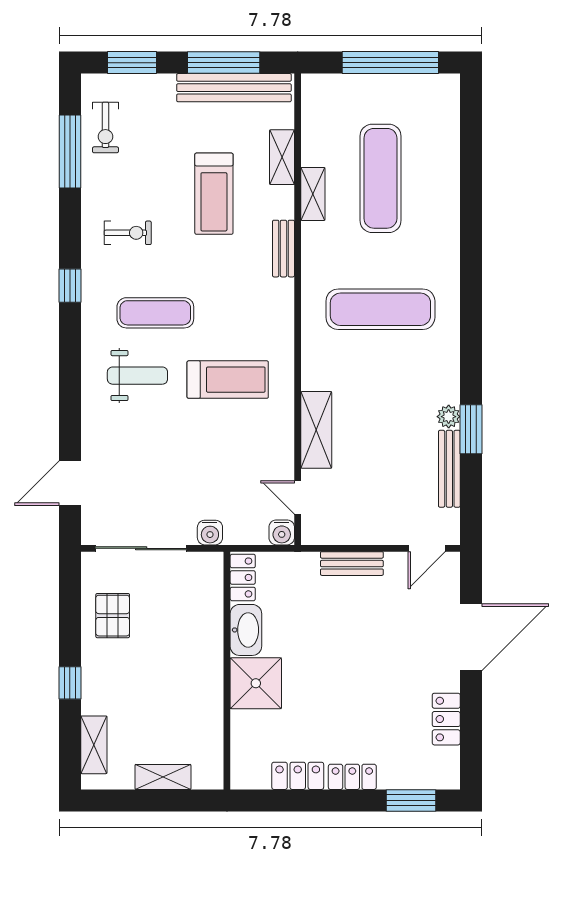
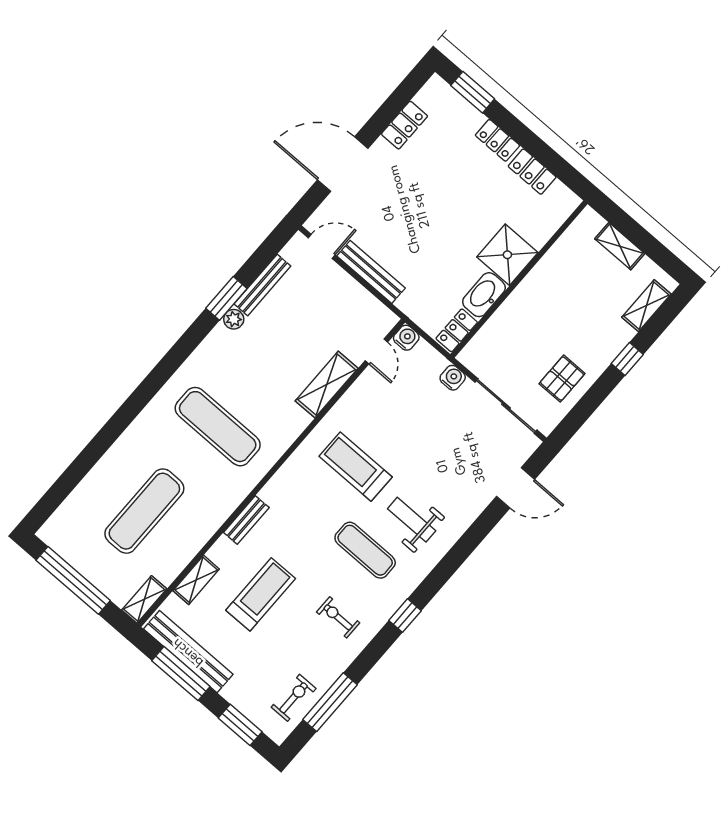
shelving: (313, 194) -> (144, 599), moved
bench: (352, 564) -> (371, 272), width x1.36

